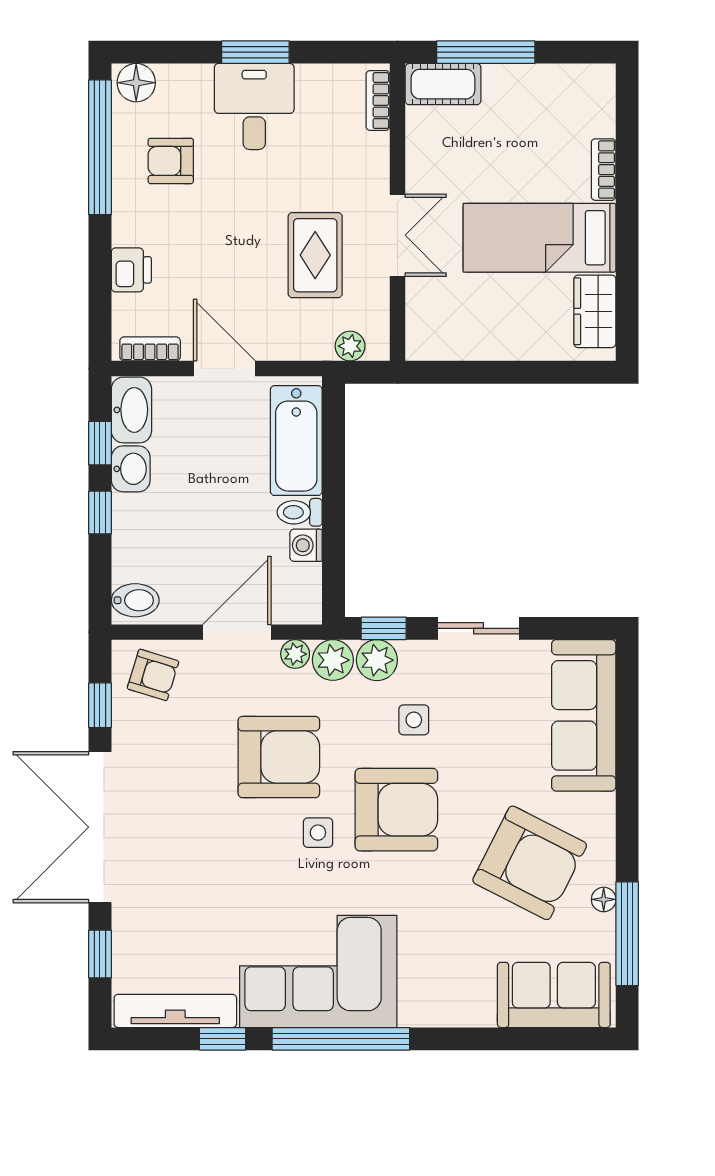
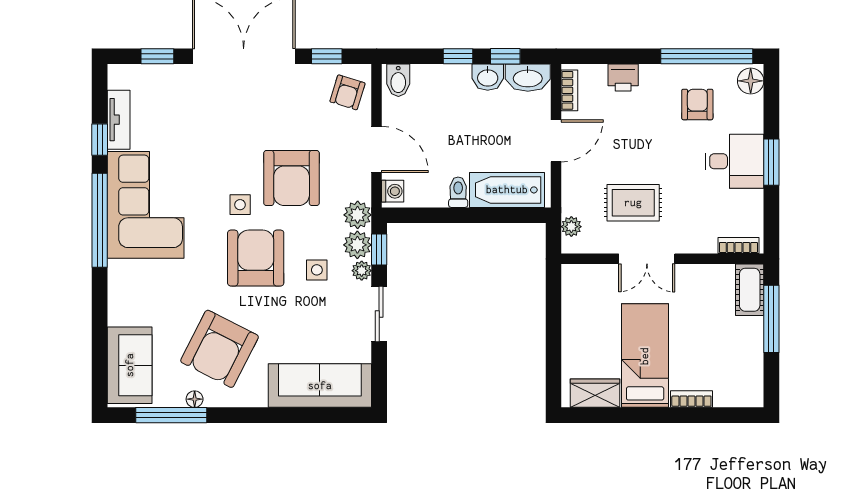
washing machine: (306, 545) -> (393, 191), moved, turned 90
plant: (295, 654) -> (362, 271), moved
armchair: (396, 810) -> (256, 258), turned 180
tv unit: (175, 1011) -> (119, 120), width x0.71

